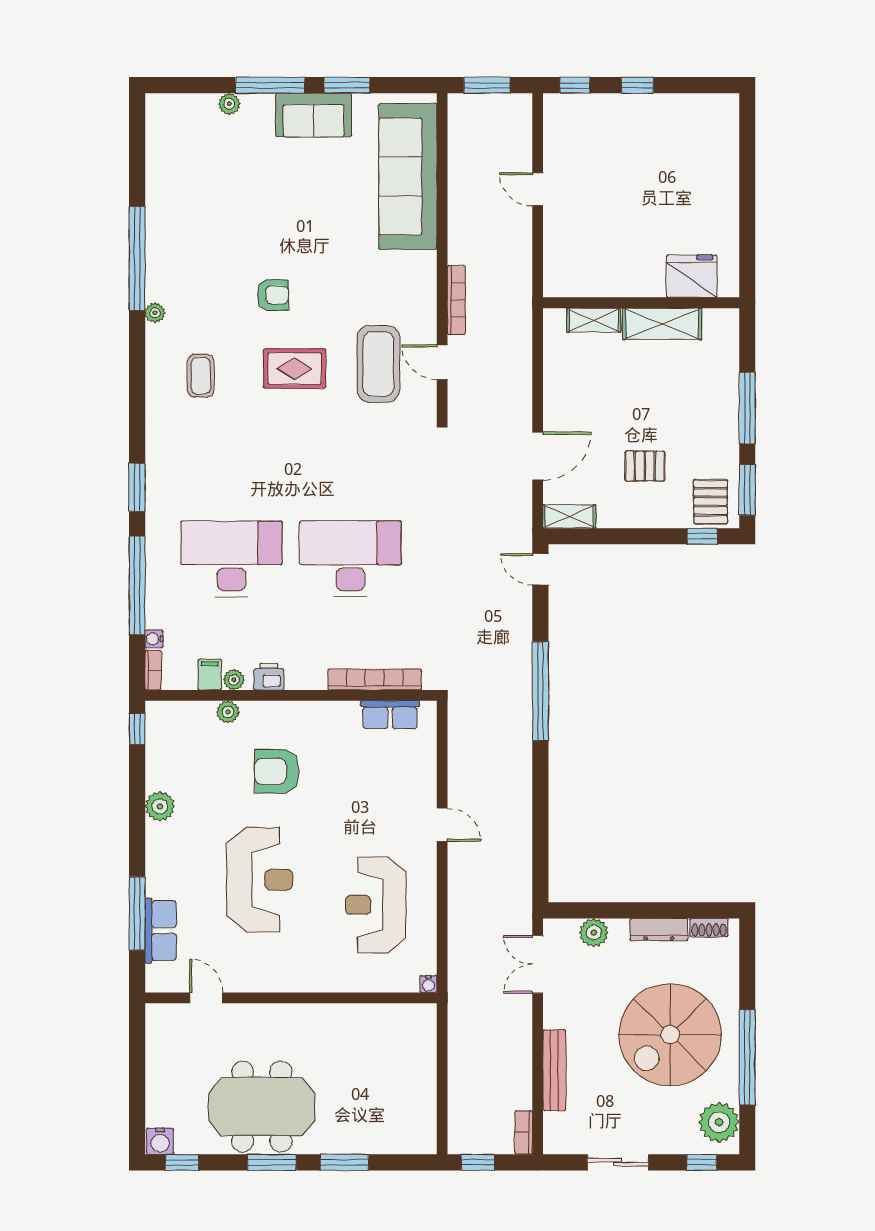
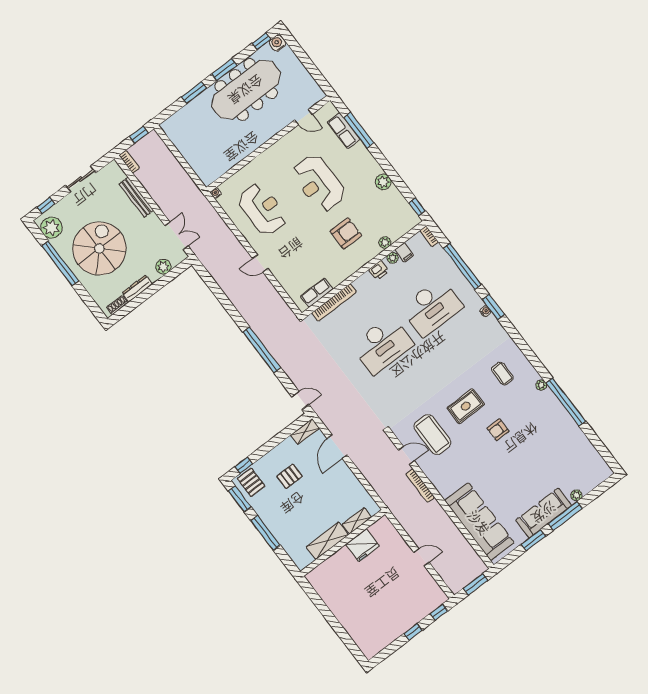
sofa: (314, 115) -> (544, 513), width x1.36
fridge: (692, 276) -> (362, 545), moved
water cooler: (154, 639) -> (485, 311), moved
meeting table: (262, 1107) -> (246, 90), width x1.36

